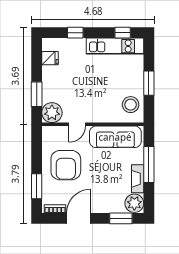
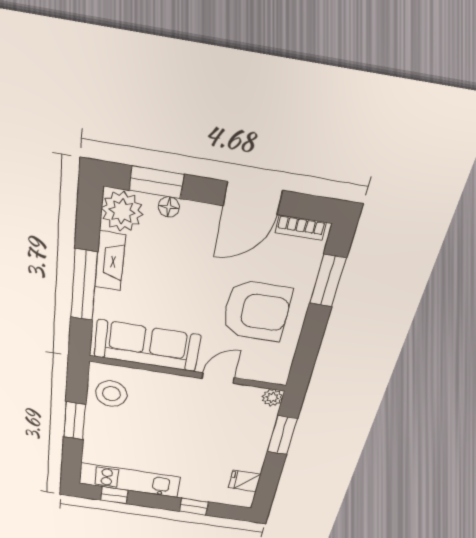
plant: (52, 113) -> (272, 398), width x0.53, depth x0.53
armchair: (66, 165) -> (256, 311), turned 90
floor lamp: (114, 209) -> (169, 207), added

